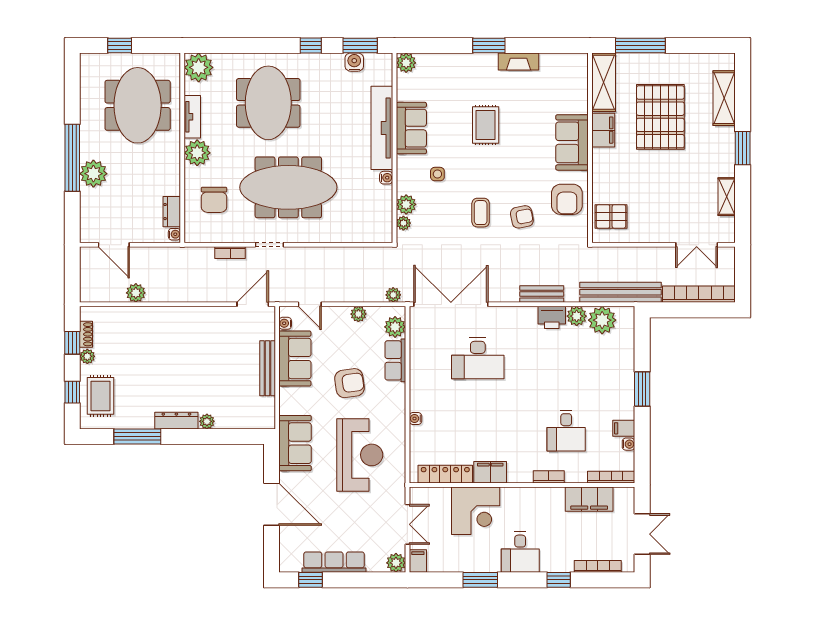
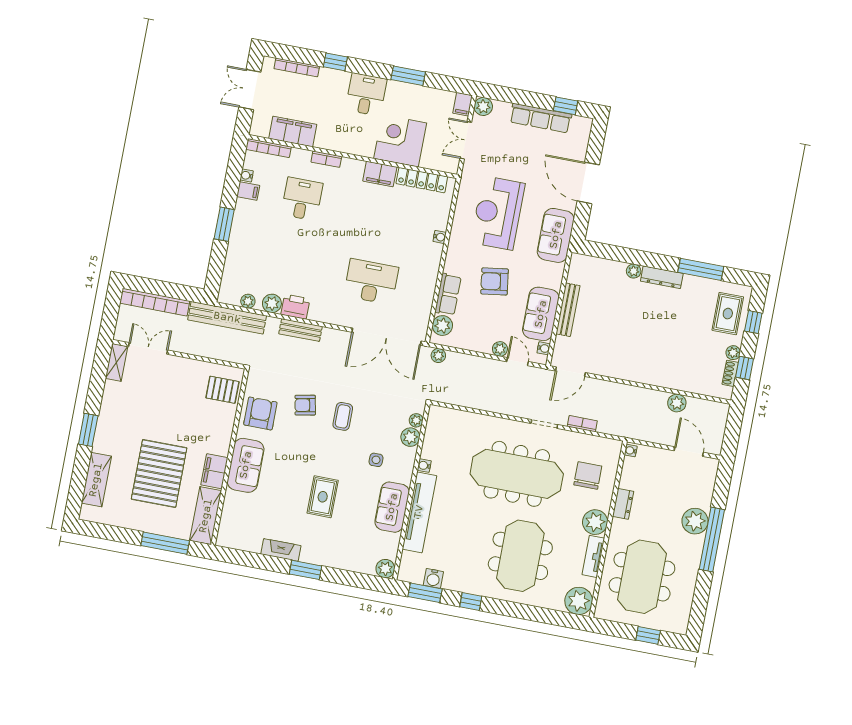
shelving: (727, 197) -> (116, 362), moved
dresser: (172, 212) -> (623, 504), moved
plant: (358, 314) -> (500, 349), moved
plant: (602, 320) -> (248, 301), width x0.53, depth x0.53

